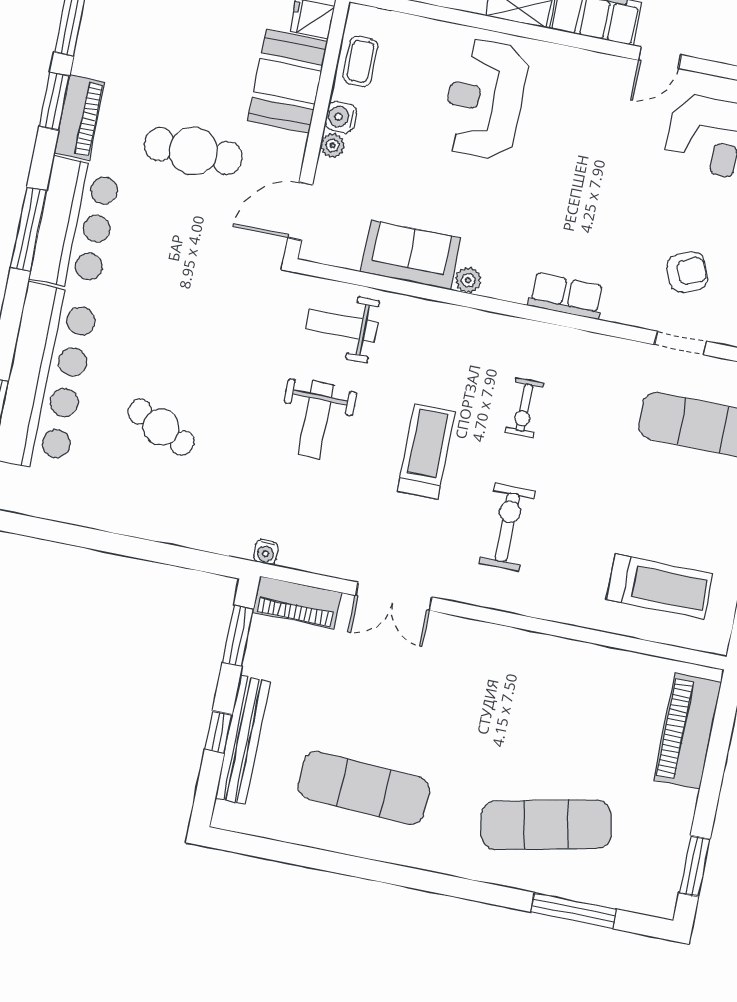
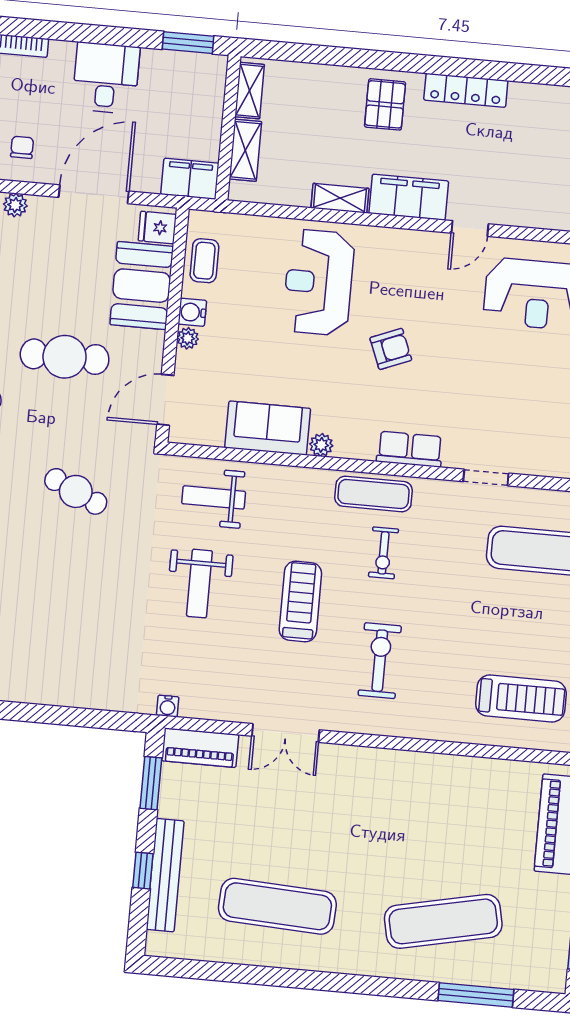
armchair: (687, 272) -> (391, 349), moved
exercise mat: (520, 341) -> (374, 494), added
doorway: (680, 343) -> (486, 477), moved
cafe table: (161, 427) -> (76, 491), moved

